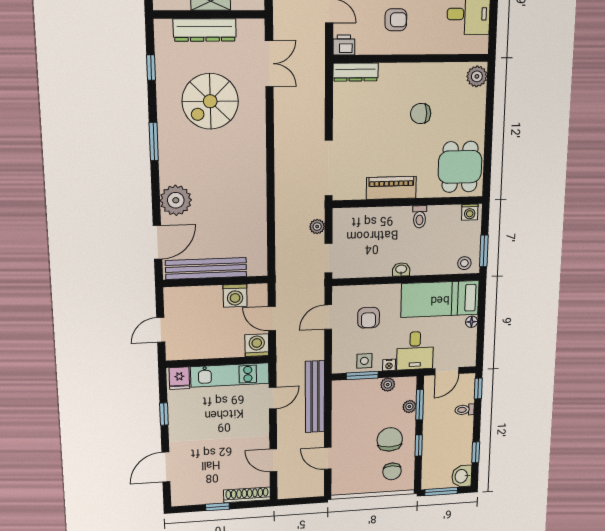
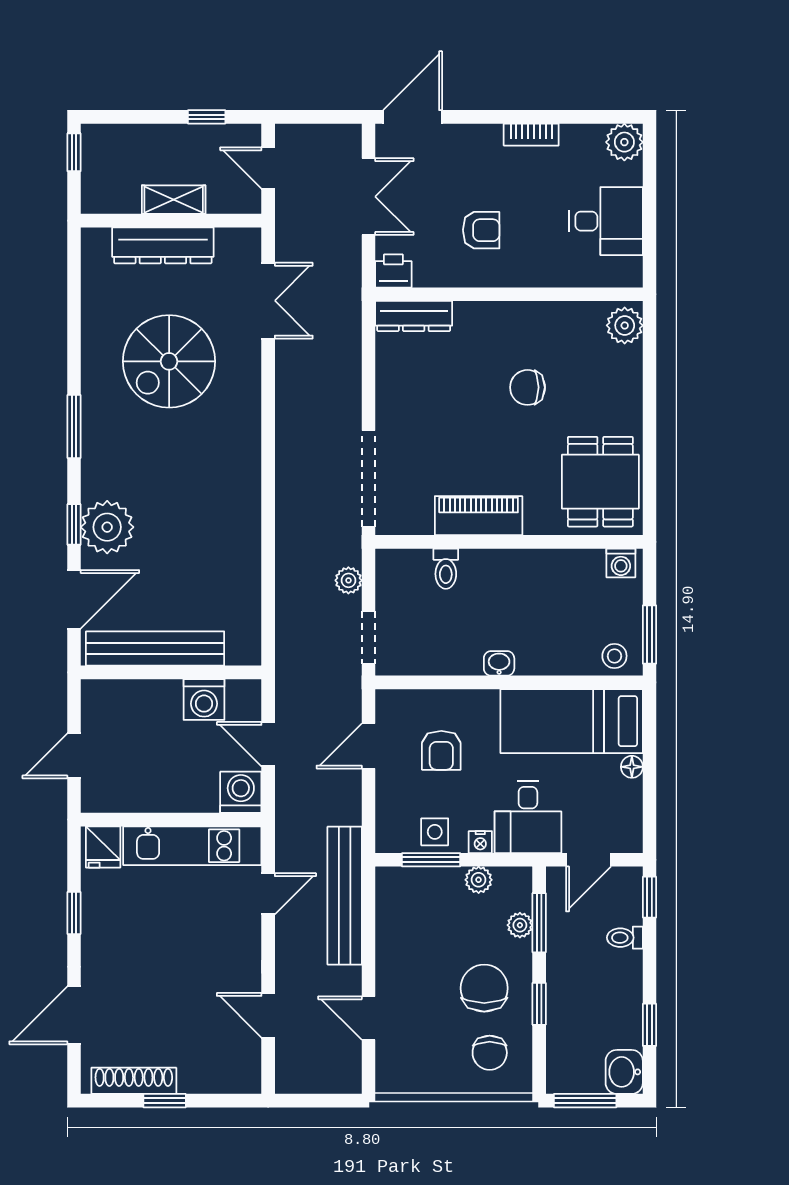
window: (151, 68) -> (74, 524), moved
toilet: (420, 217) -> (446, 569), moved
shoe rack: (247, 495) -> (134, 1081), moved

